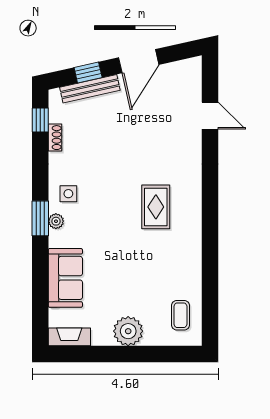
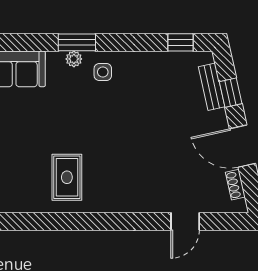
bench: (90, 89) -> (212, 87), width x0.73
shoe rack: (55, 138) -> (235, 185), moved, turned 77
rug: (156, 207) -> (67, 177), moved, turned 90

